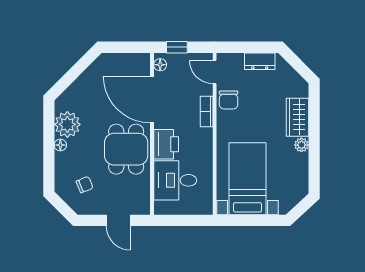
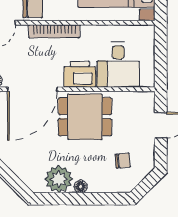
bookcase: (207, 111) -> (54, 31), width x1.56
chair: (85, 185) -> (123, 161), turned 107

